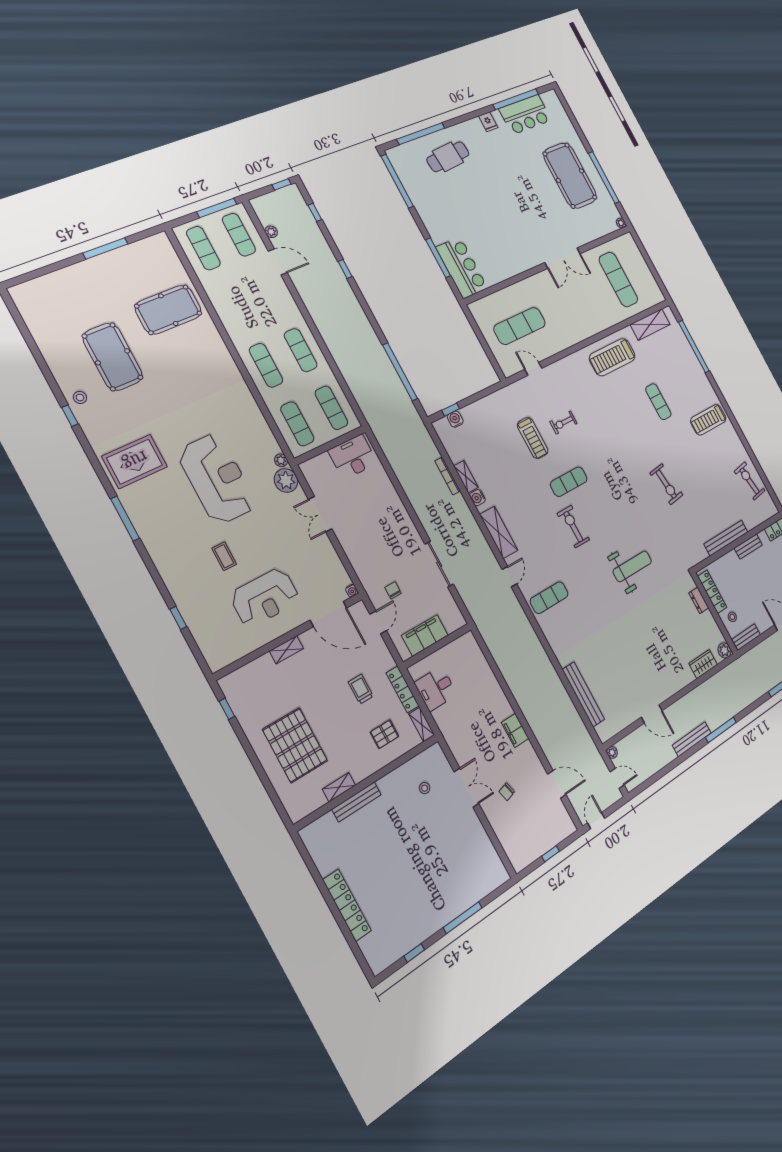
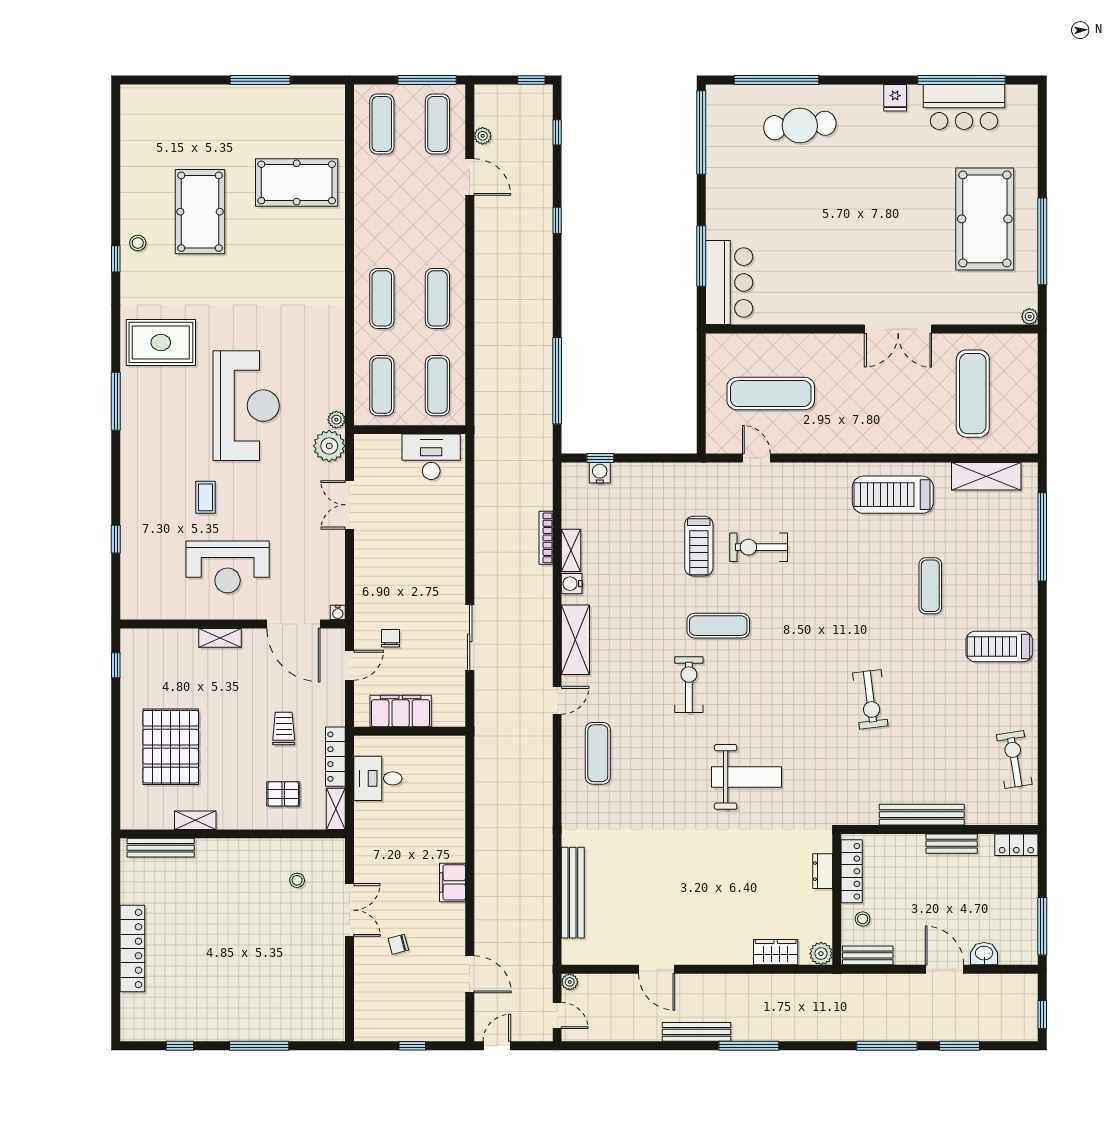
exercise bike: (563, 423) -> (759, 547), width x1.38, depth x1.39
exercise mat: (549, 598) -> (598, 753), turned 90
bench: (357, 802) -> (161, 848), moved

